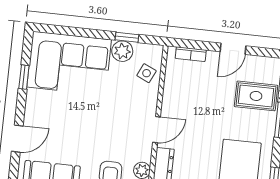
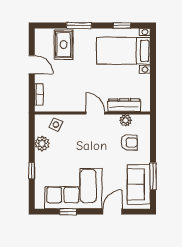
window: (127, 37) -> (32, 171), moved
corner sofa: (69, 63) -> (73, 189), moved, turned -90
door: (17, 139) -> (113, 212), hinge flipped

